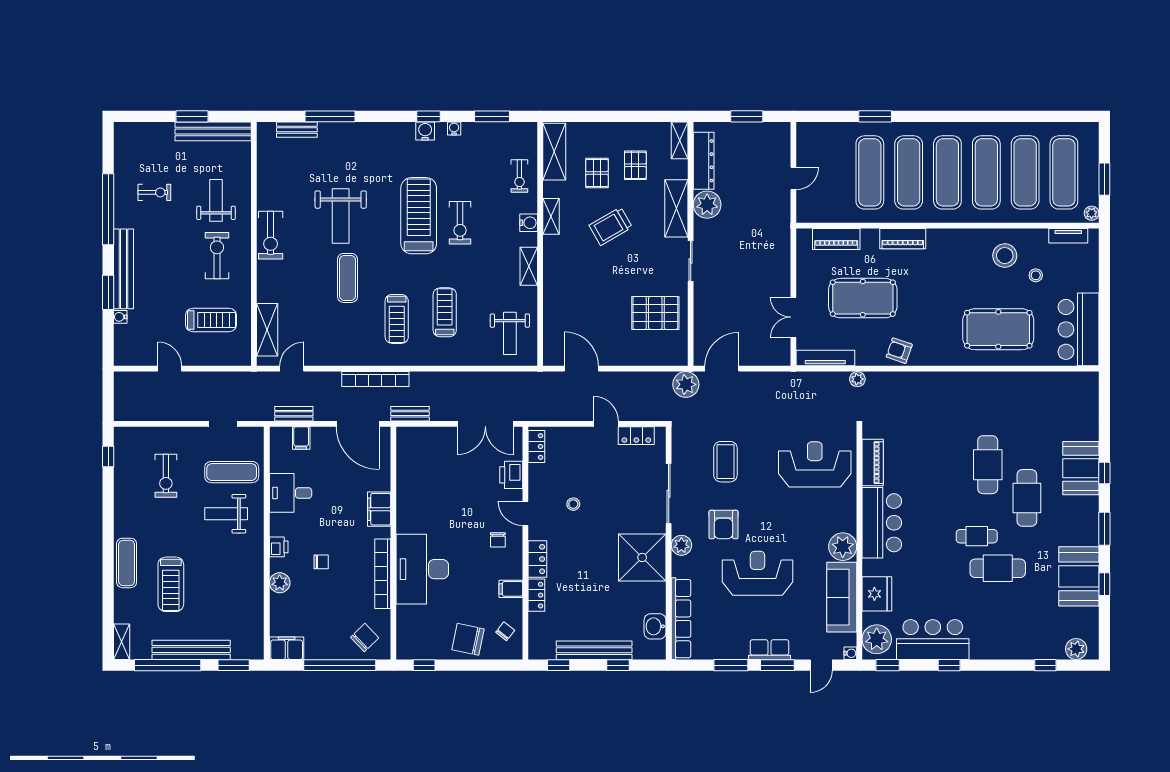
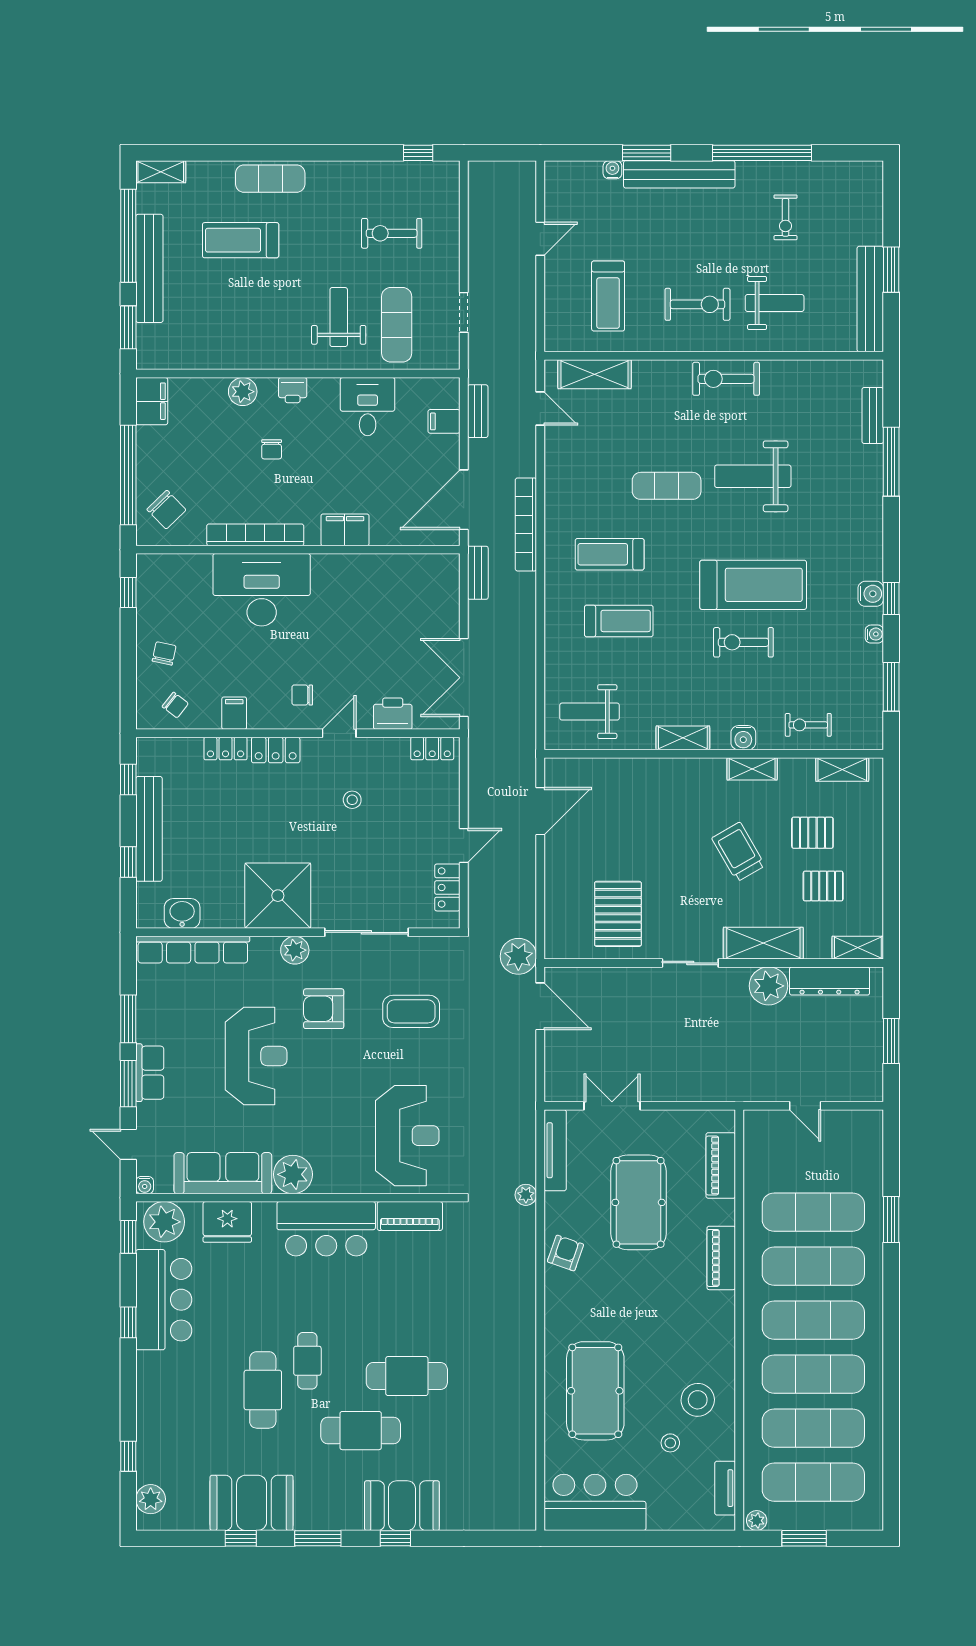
shelving: (554, 152) -> (842, 769), width x0.67, depth x0.75
chair: (468, 639) -> (164, 653), width x0.54, depth x0.54

